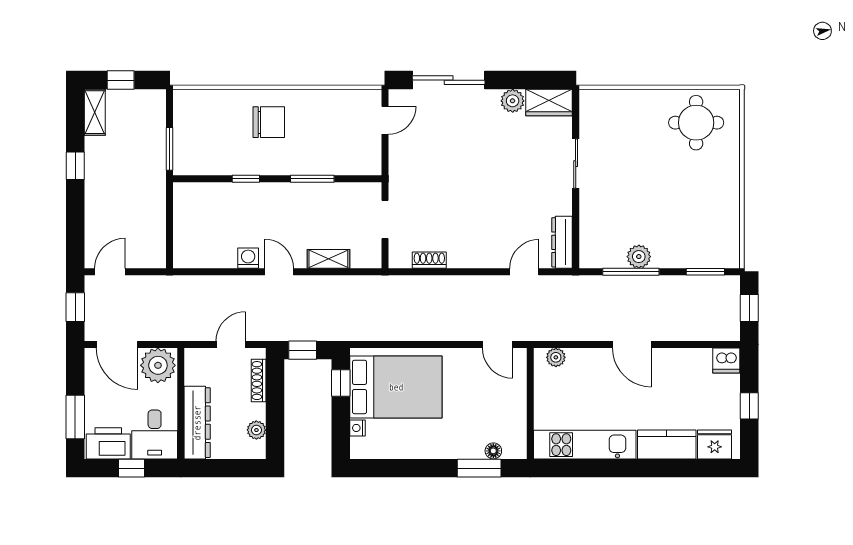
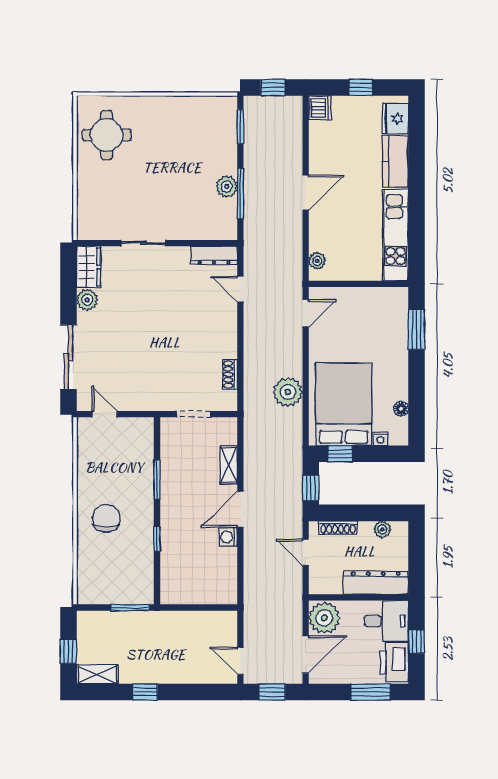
door: (279, 272) -> (240, 509), width x1.38
plant: (410, 325) -> (288, 392), added
floor lamp: (493, 451) -> (401, 409), moved

